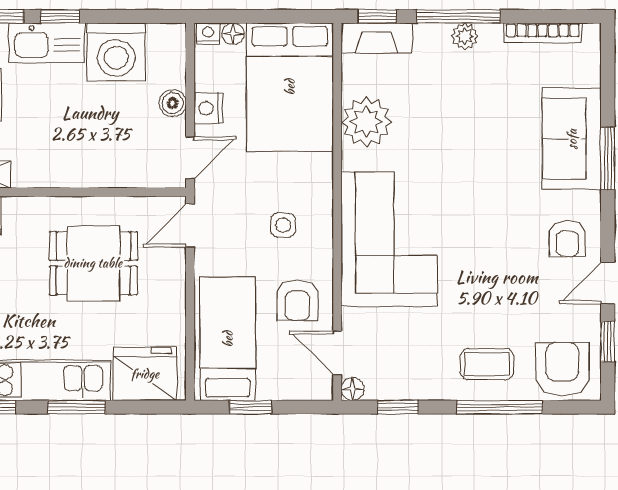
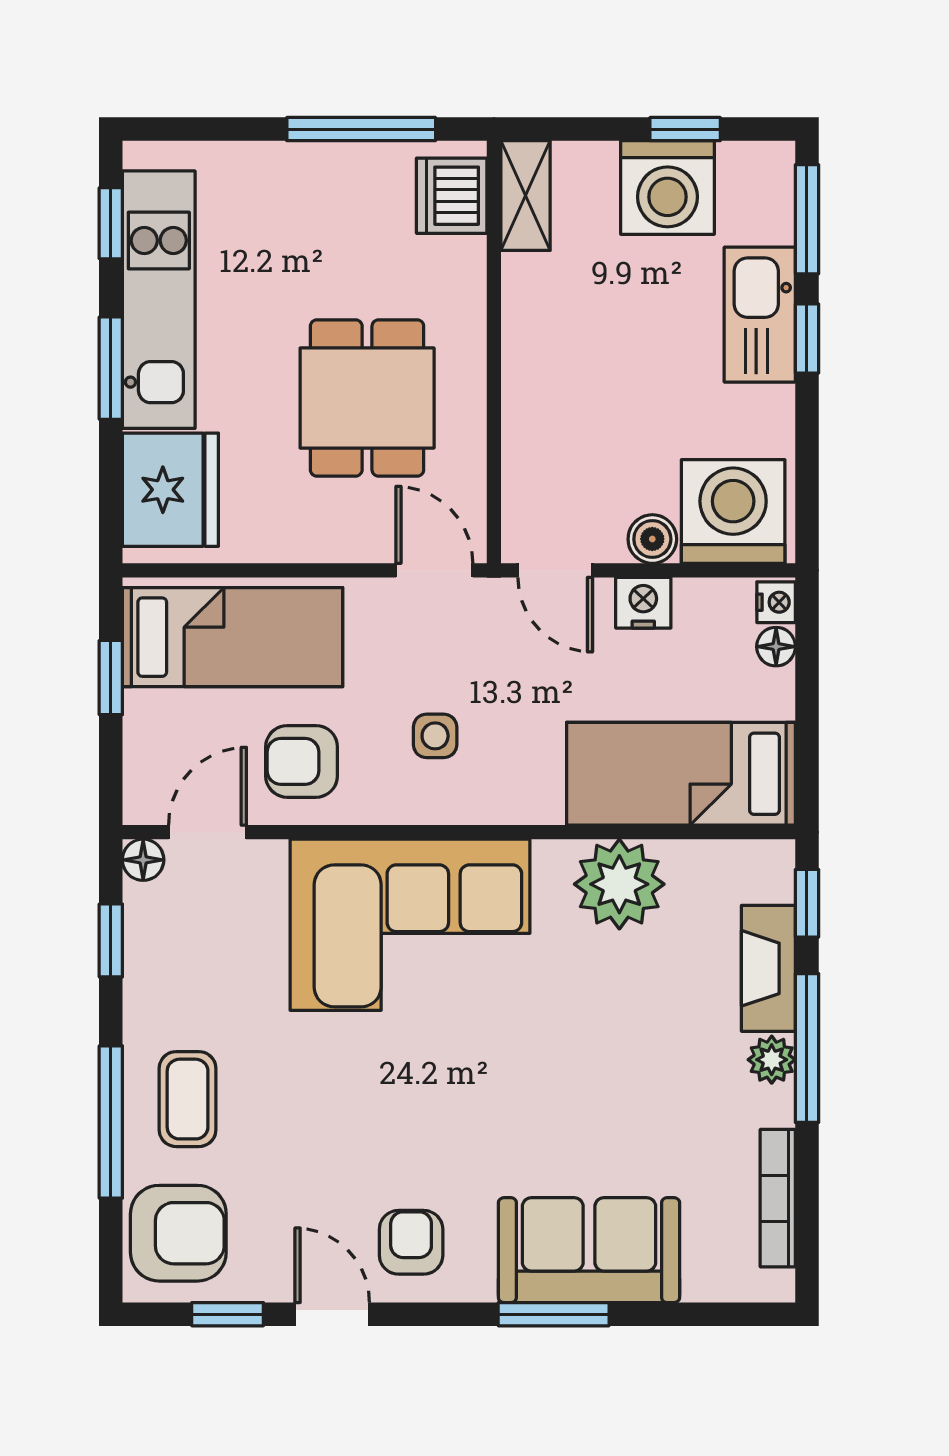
fireplace: (376, 38) -> (768, 968), moved
washing machine: (116, 52) -> (733, 511), moved, turned 90
bed: (290, 87) -> (681, 774), width x0.67
armchair: (567, 239) -> (411, 1242), turned 90

